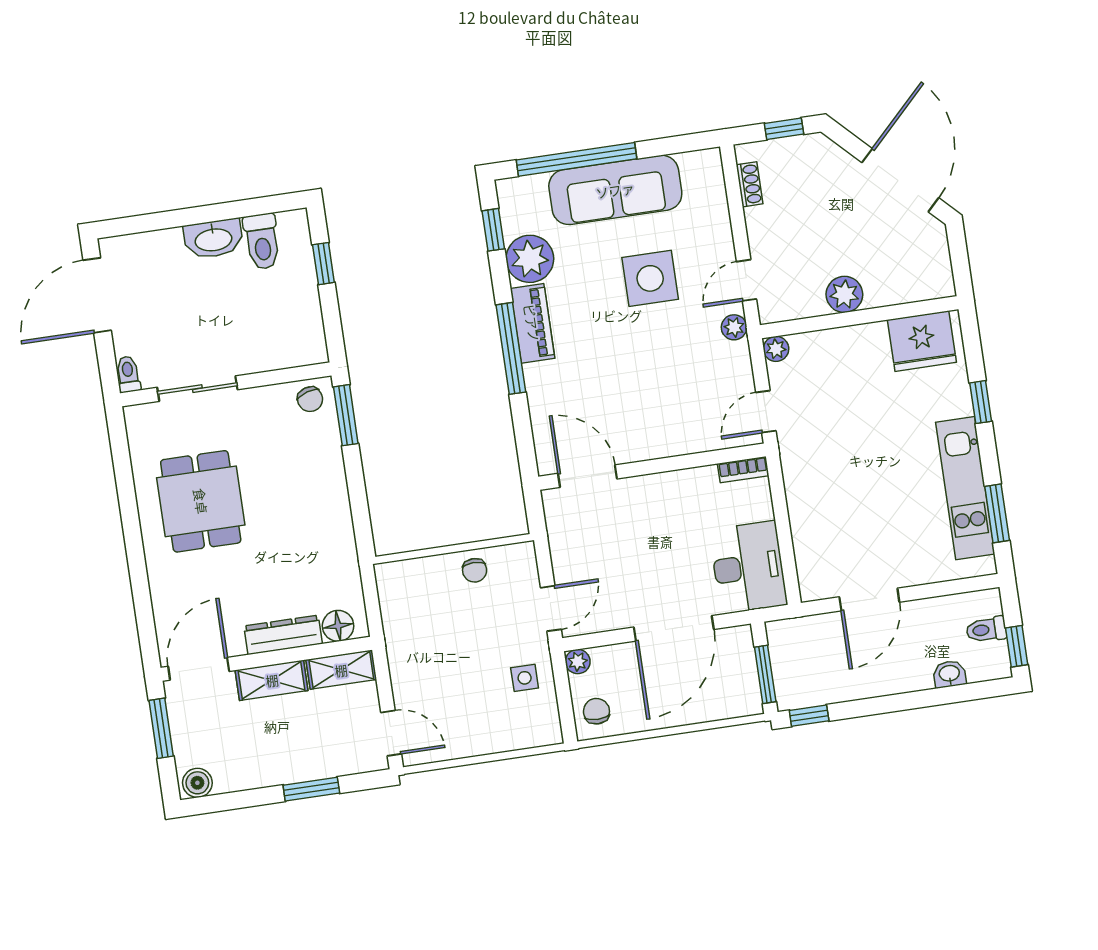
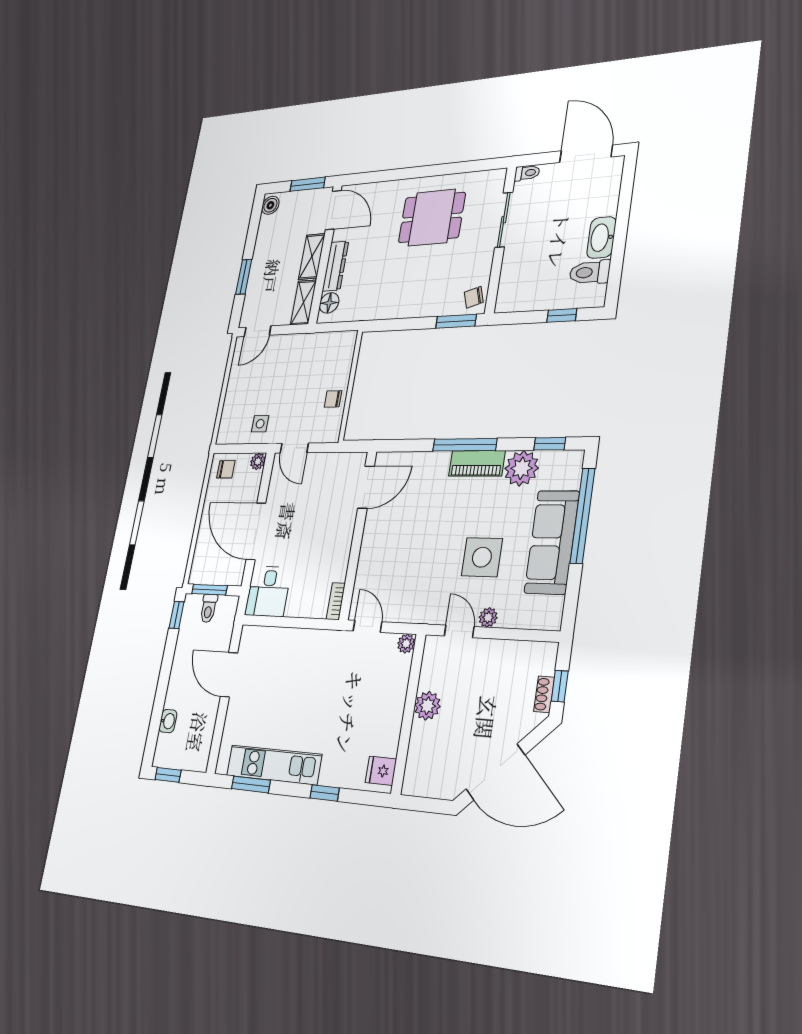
shoe rack: (749, 184) -> (544, 694), moved, turned 90
plant: (734, 327) -> (488, 617), moved
fridge: (922, 341) -> (381, 771), width x0.53, depth x0.75
desk: (748, 567) -> (268, 591), width x0.73
toilet: (986, 630) -> (209, 608), moved, turned 180

